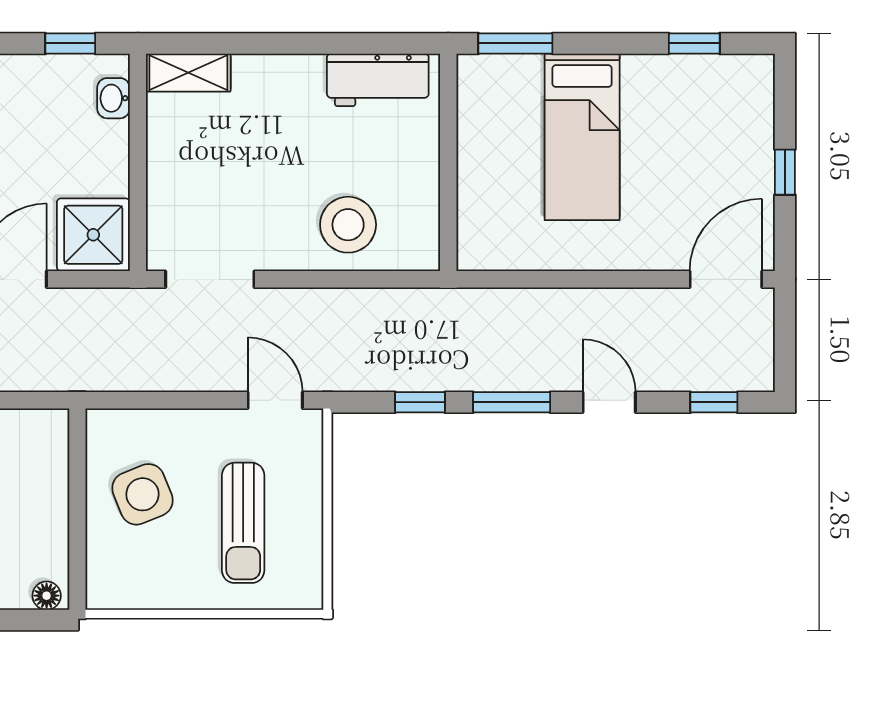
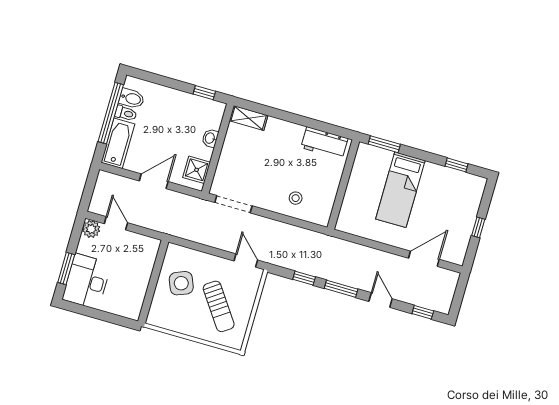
washbasin: (113, 98) -> (210, 138), moved
stool: (348, 225) -> (296, 198), width x0.53, depth x0.53
shower: (93, 235) -> (197, 170), width x0.73, depth x0.73
door: (726, 279) -> (424, 259), moved
sun lounger: (243, 523) -> (219, 306), turned -35
floor lamp: (47, 596) -> (131, 313), removed

